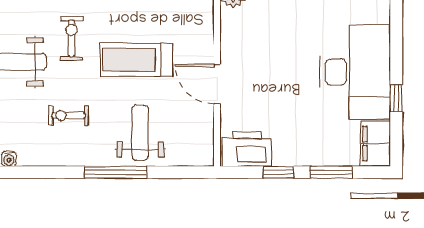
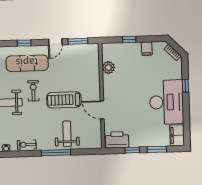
window: (396, 98) -> (185, 86), moved
exercise bike: (69, 116) -> (27, 145), moved

